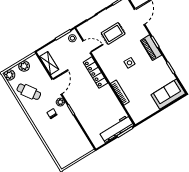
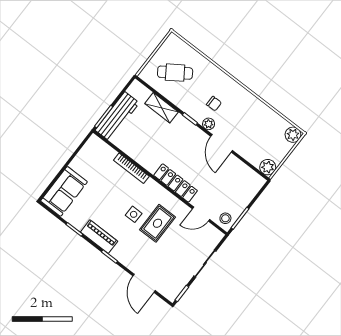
rug: (113, 33) -> (158, 223), moved
piano: (151, 48) -> (99, 237), moved
shelving: (49, 63) -> (162, 108), moved
plant: (24, 66) -> (268, 167), moved
cafe table: (29, 92) -> (175, 73), moved

